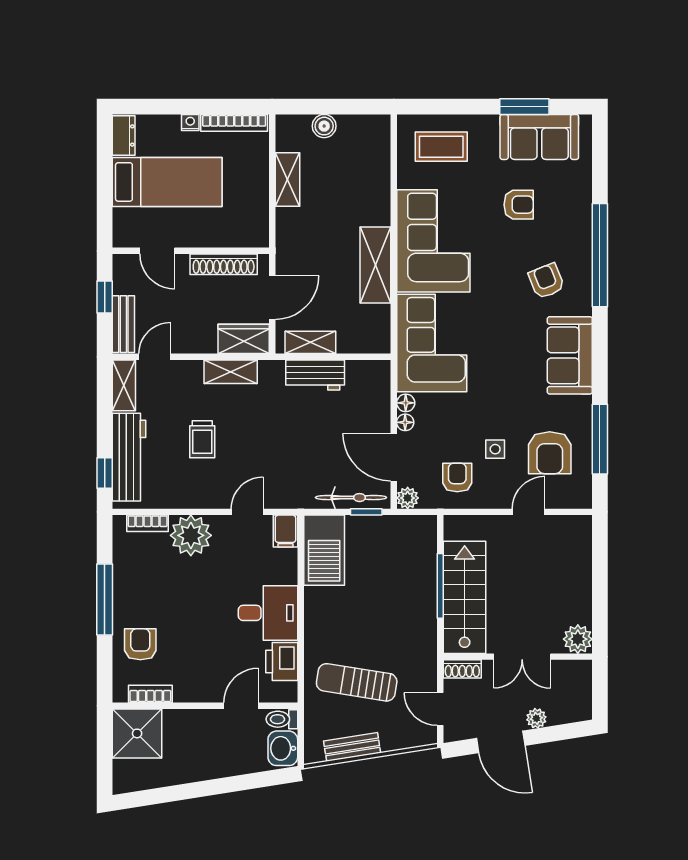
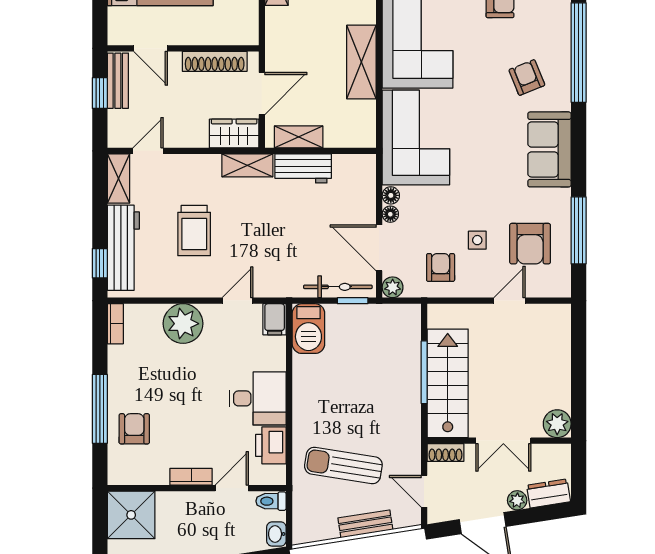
bench: (123, 324) -> (118, 81), moved
shelving: (231, 372) -> (247, 165), moved
trolley: (202, 439) -> (194, 230), width x1.36, depth x1.39
bookcase: (148, 523) -> (115, 324), moved, turned -90
barbecue: (324, 550) -> (308, 329), width x0.73, depth x0.83
window: (105, 600) -> (100, 409), moved
bookcase: (150, 694) -> (191, 477), moved
dresser: (569, 711) -> (549, 493), added
bench: (352, 747) -> (365, 524), moved
washbasin: (283, 748) -> (276, 534), width x0.72, depth x0.69

